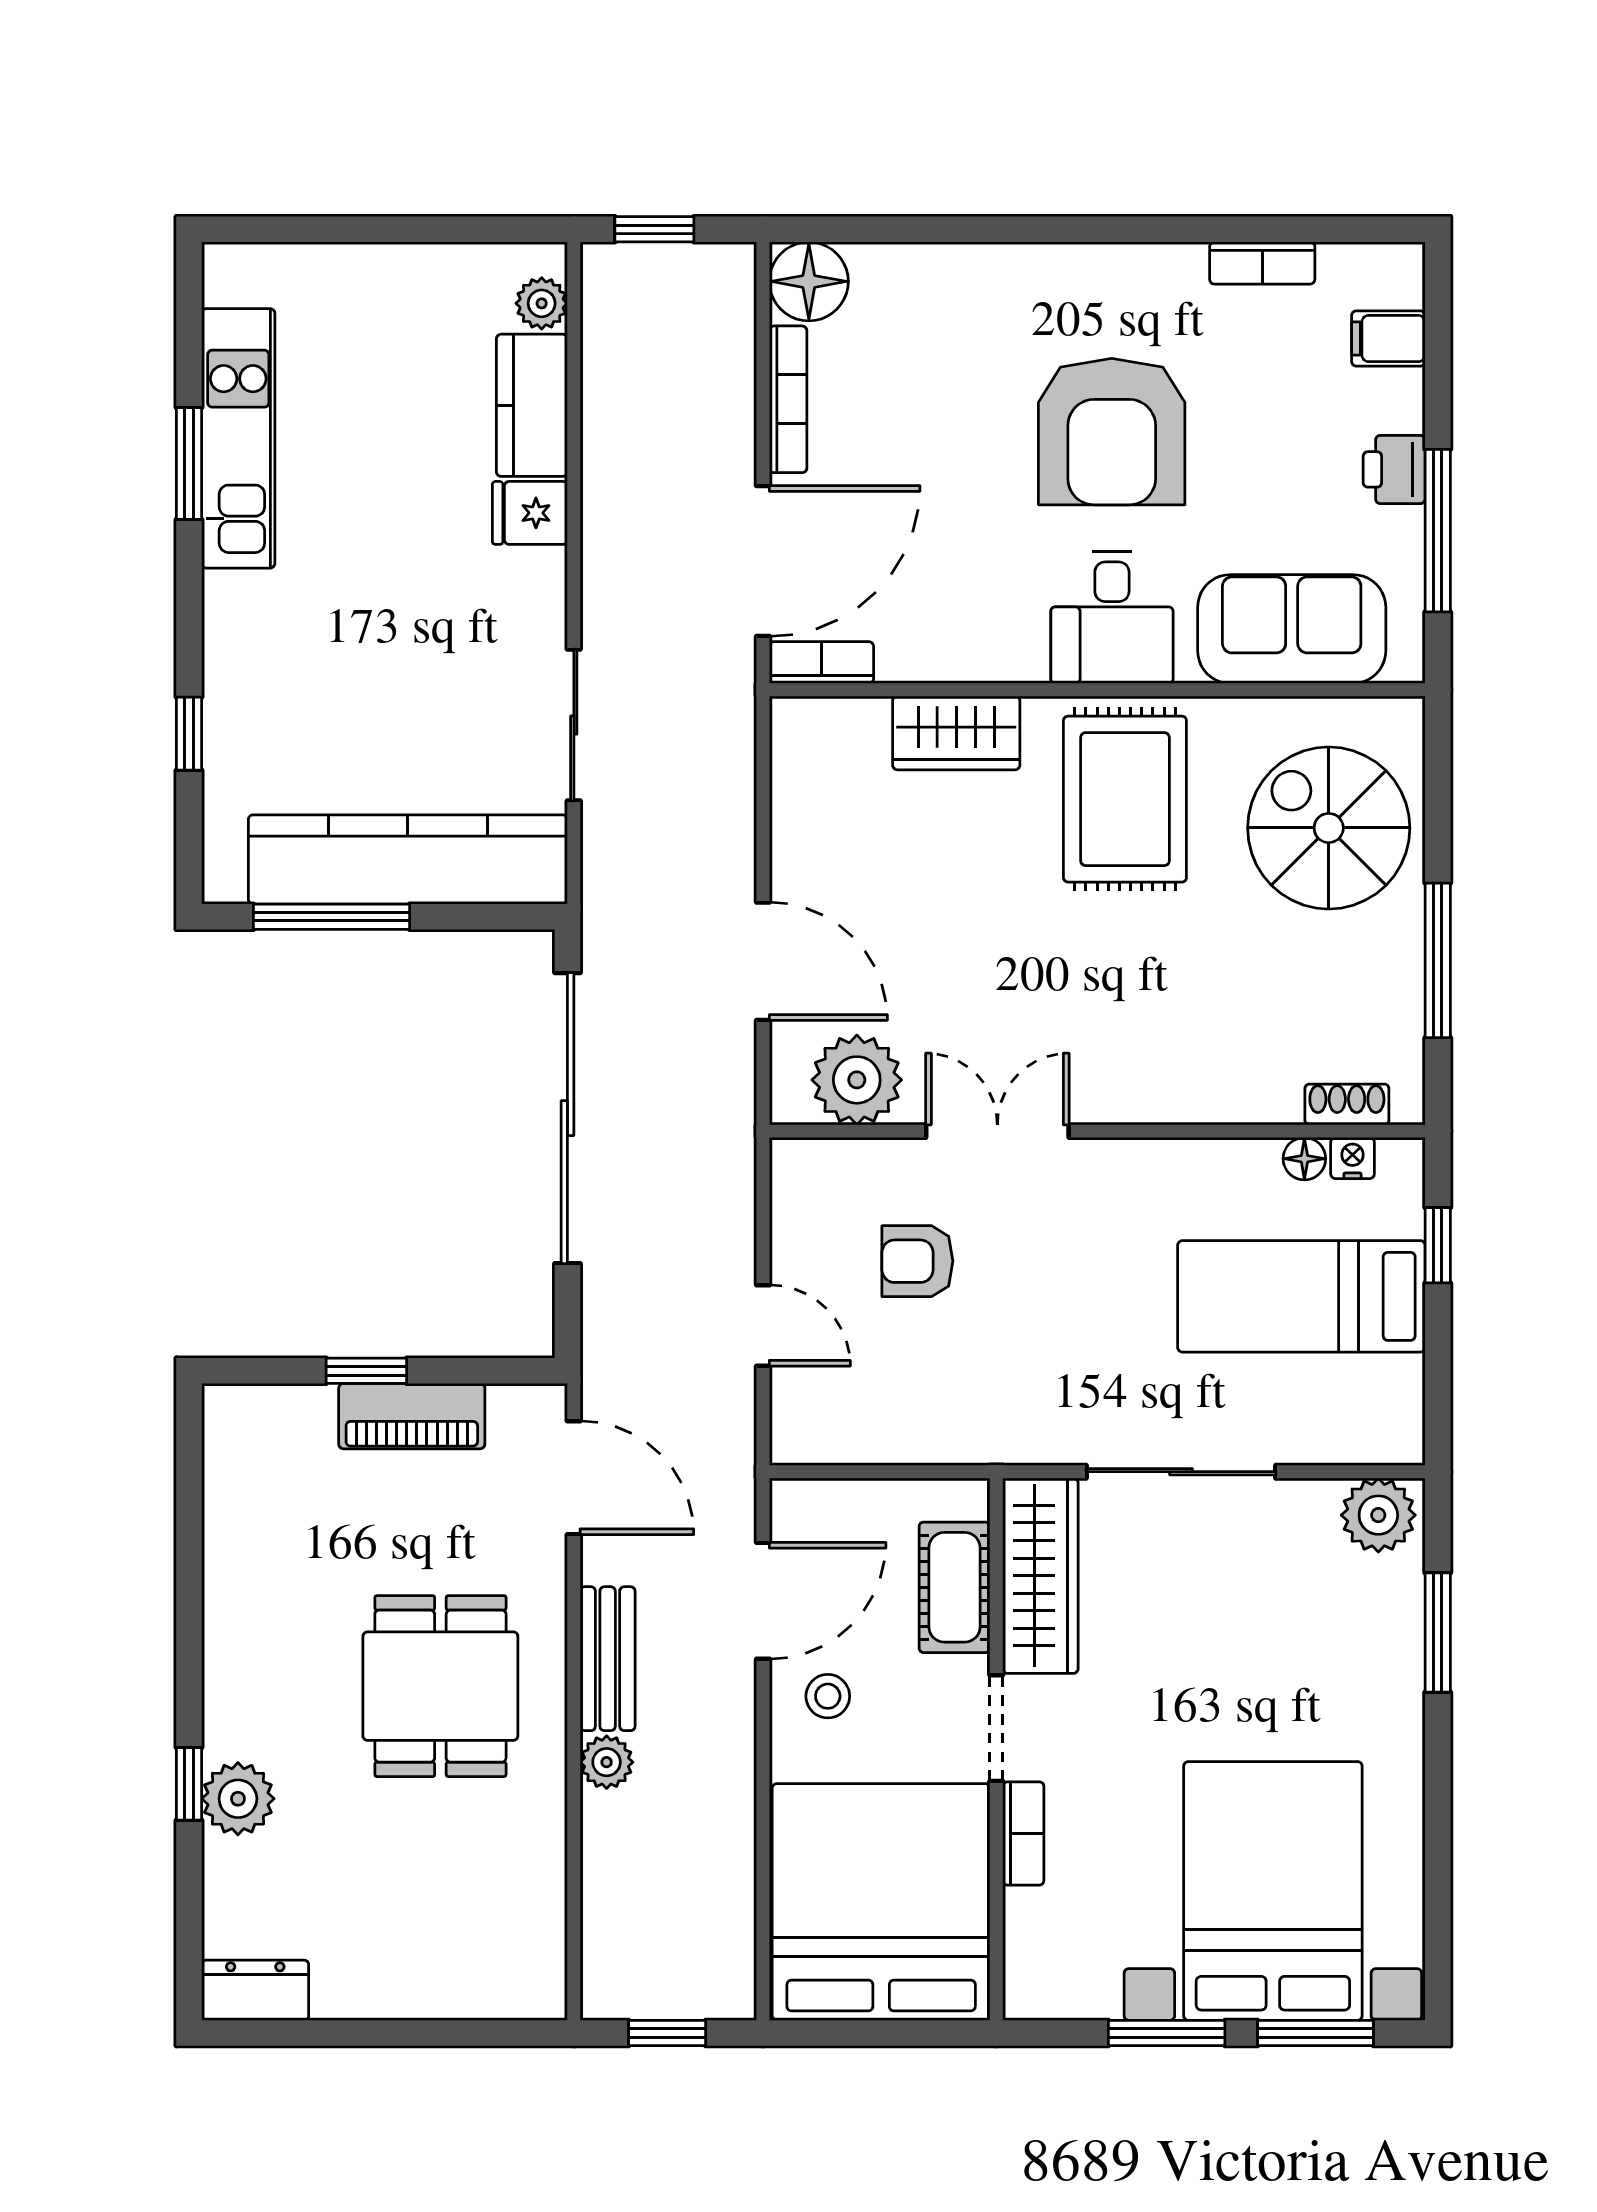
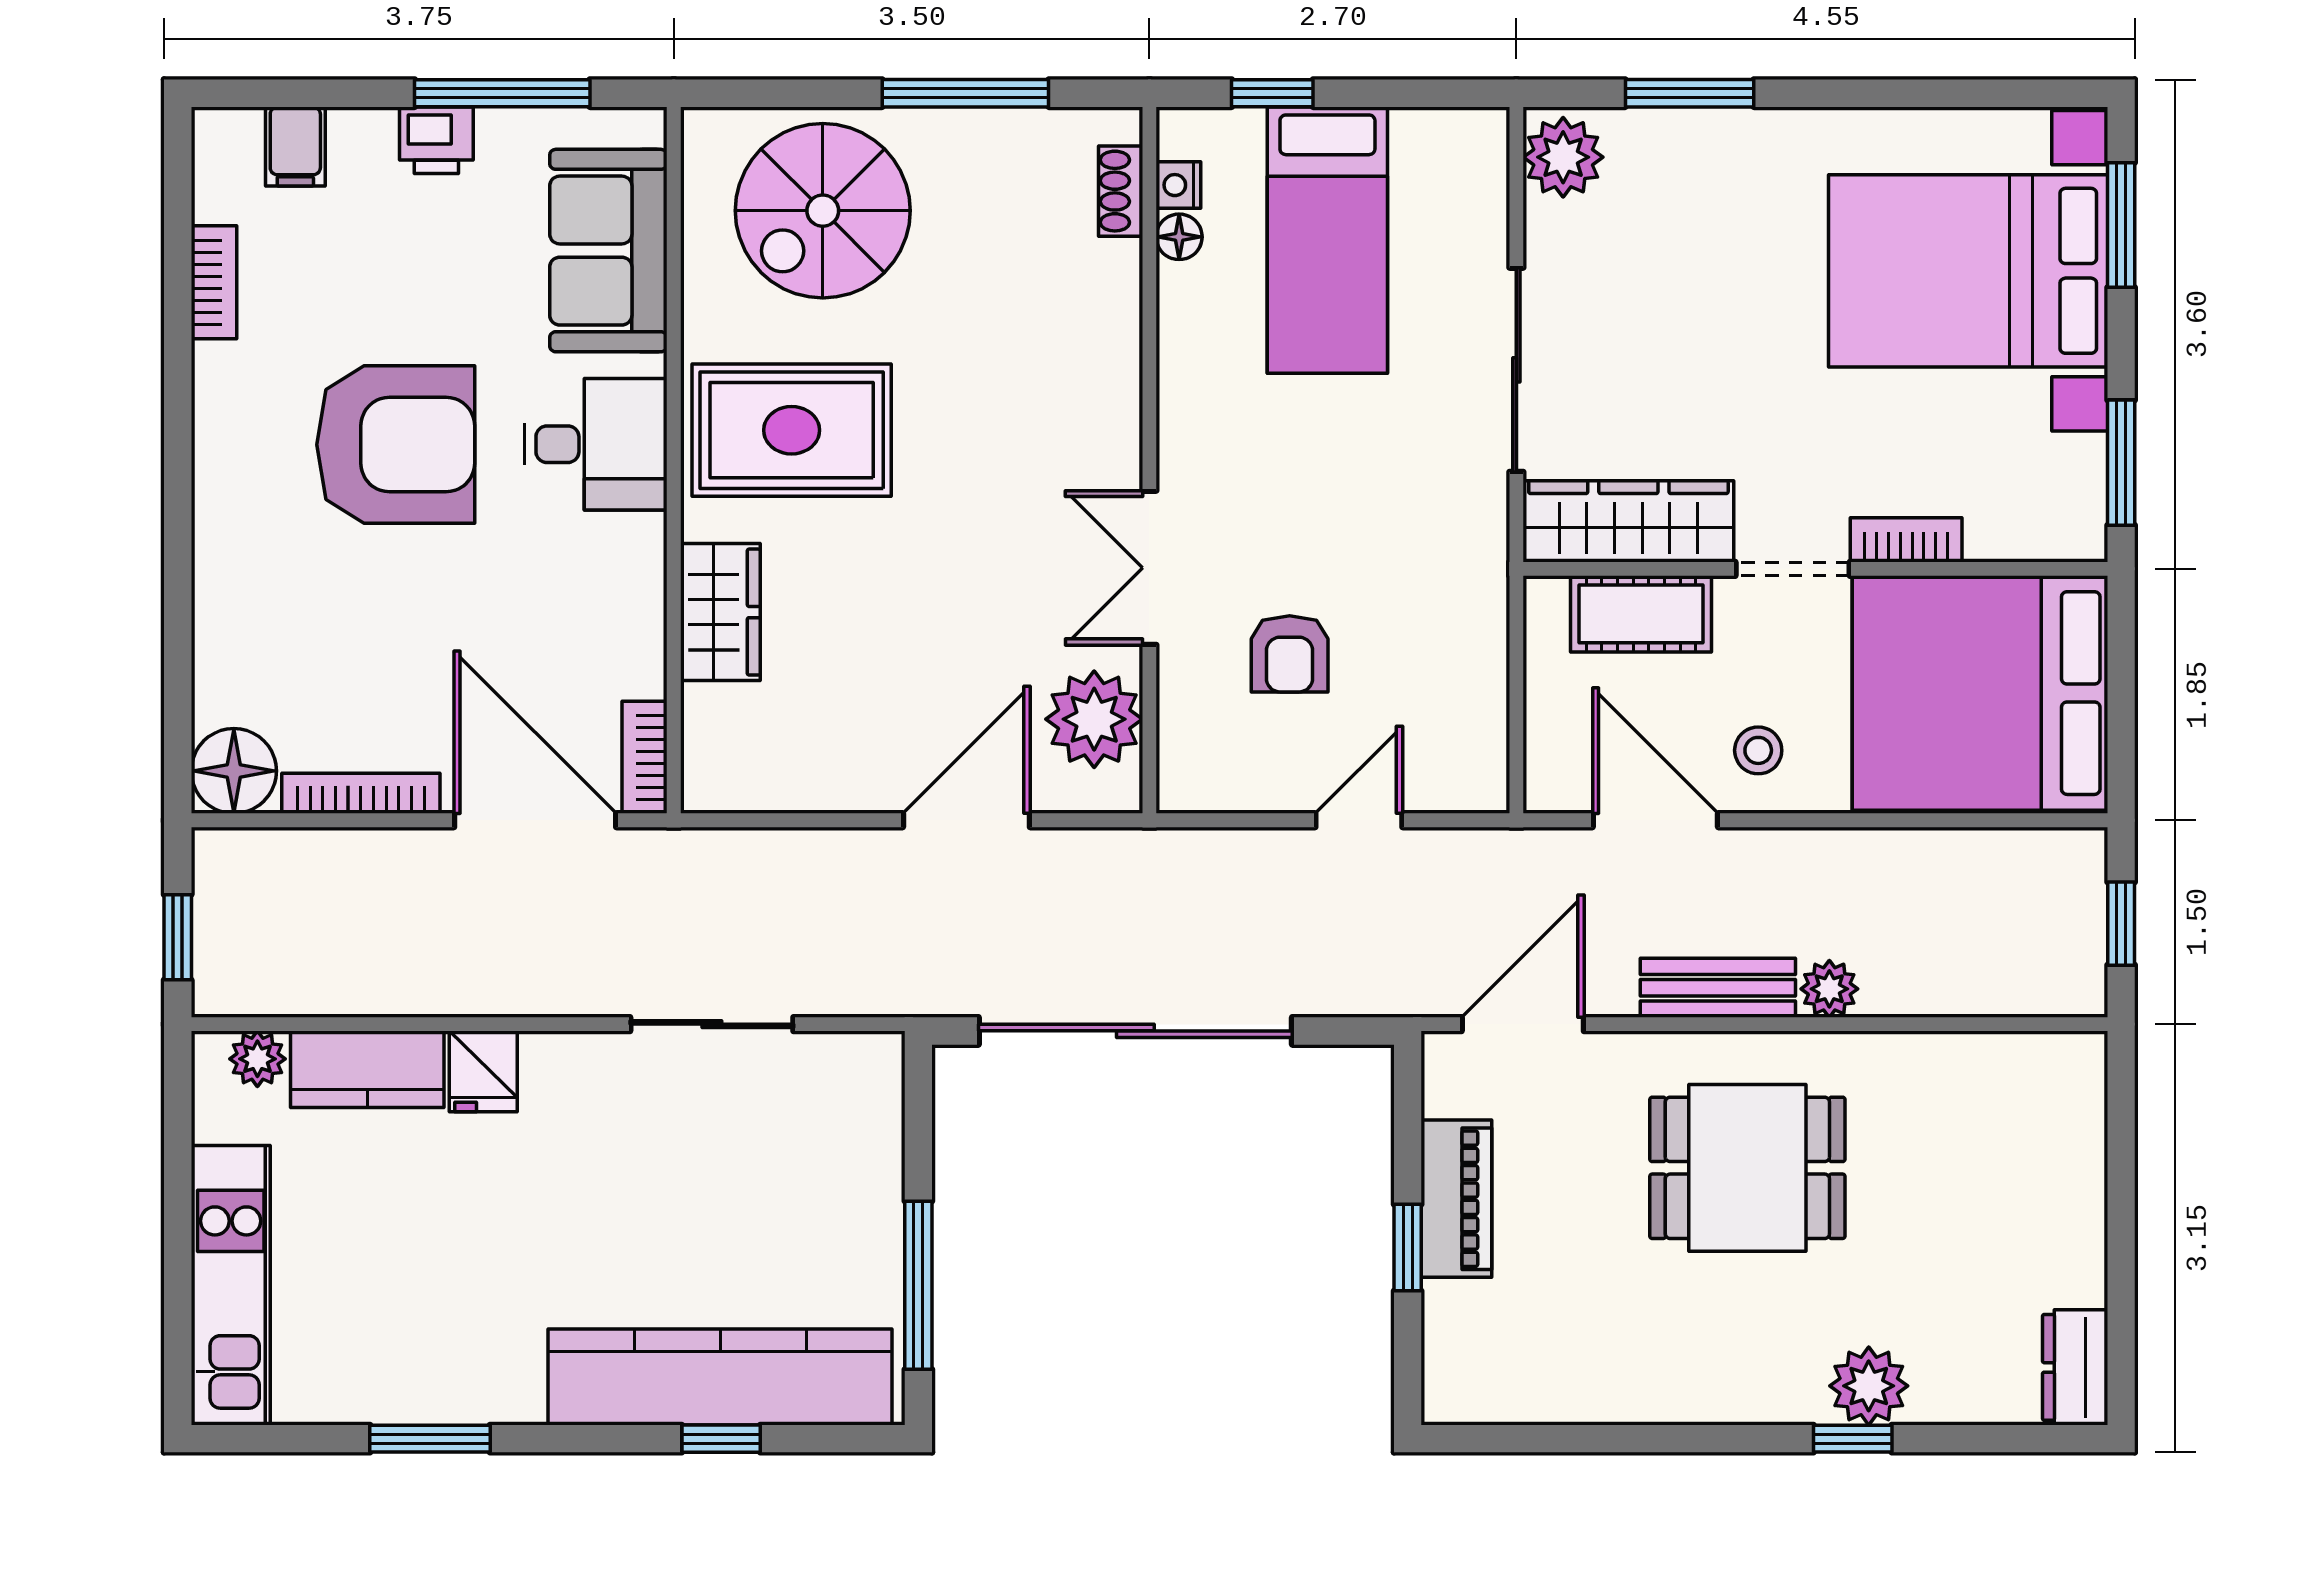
kitchen unit: (238, 438) -> (231, 1285), moved, turned 90
kitchen counter: (408, 859) -> (720, 1377), moved, turned 90
window: (1167, 2033) -> (2121, 463), moved

